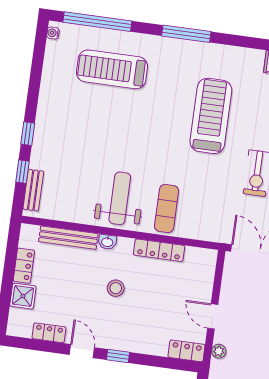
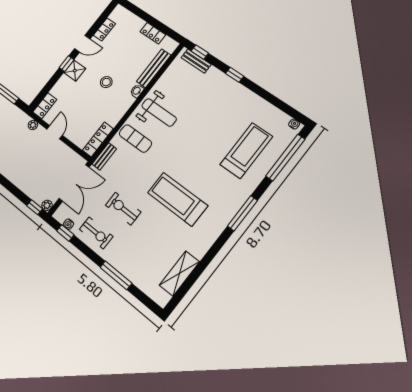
treadmill: (211, 116) -> (177, 199), turned 180
window: (23, 172) -> (200, 52), moved
bench: (209, 234) -> (104, 156), added
locker: (159, 250) -> (98, 139), moved
shower: (23, 296) -> (75, 71), moved
door: (213, 316) -> (55, 132), hinge flipped

